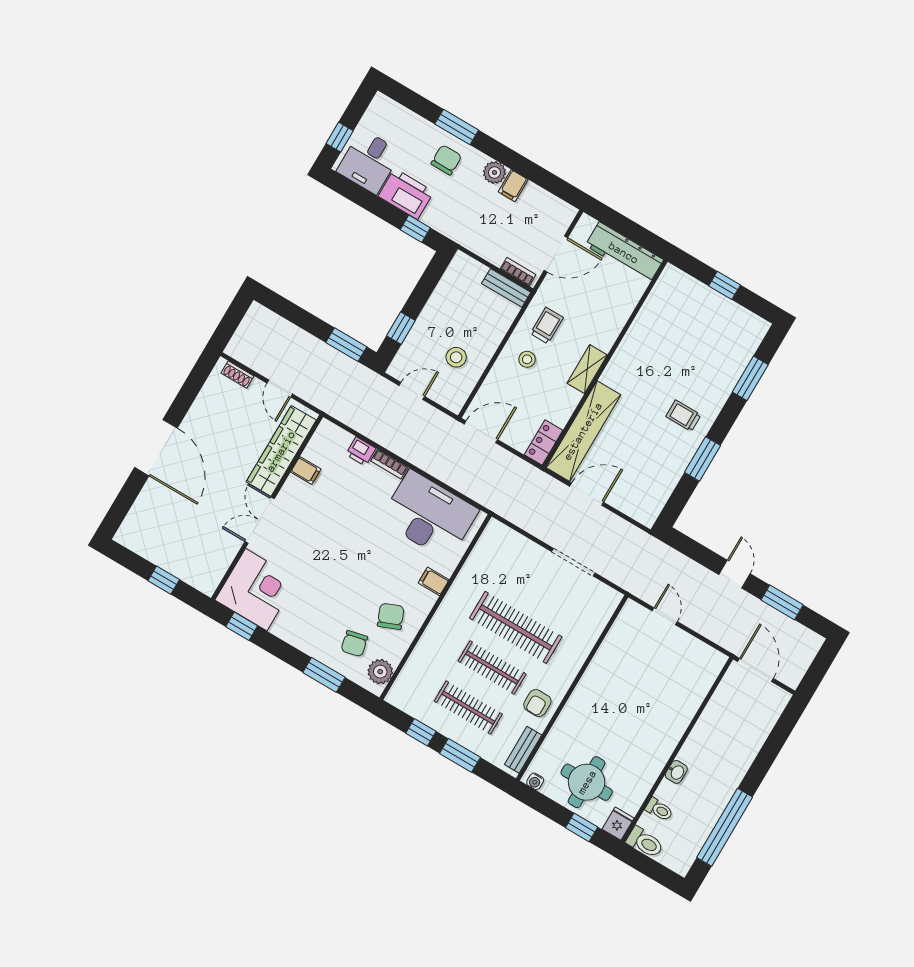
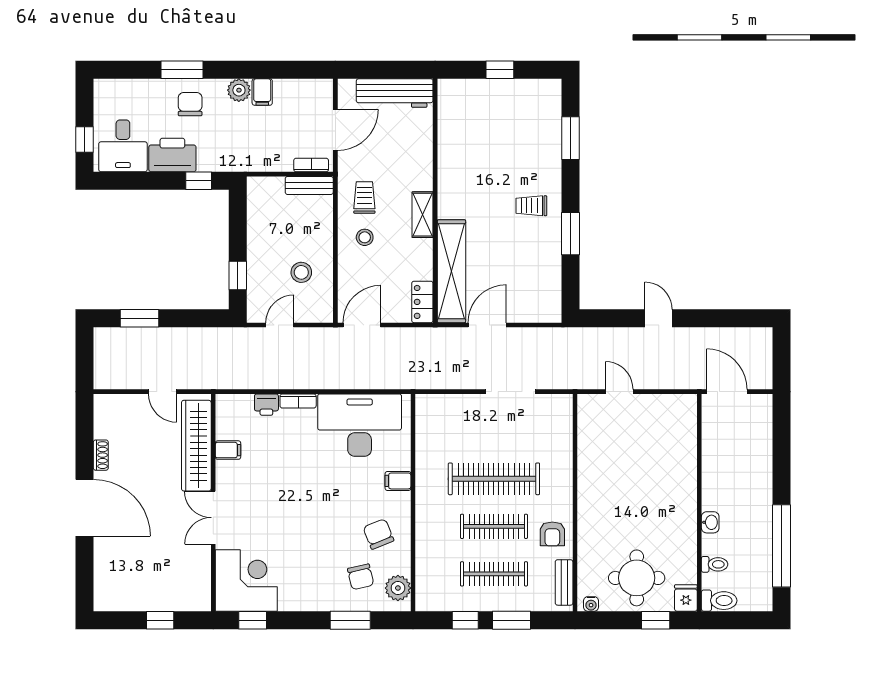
window: (346, 345) -> (140, 318), moved
shoe rack: (237, 375) -> (101, 455), moved, turned -90
window: (782, 602) -> (715, 318), removed

